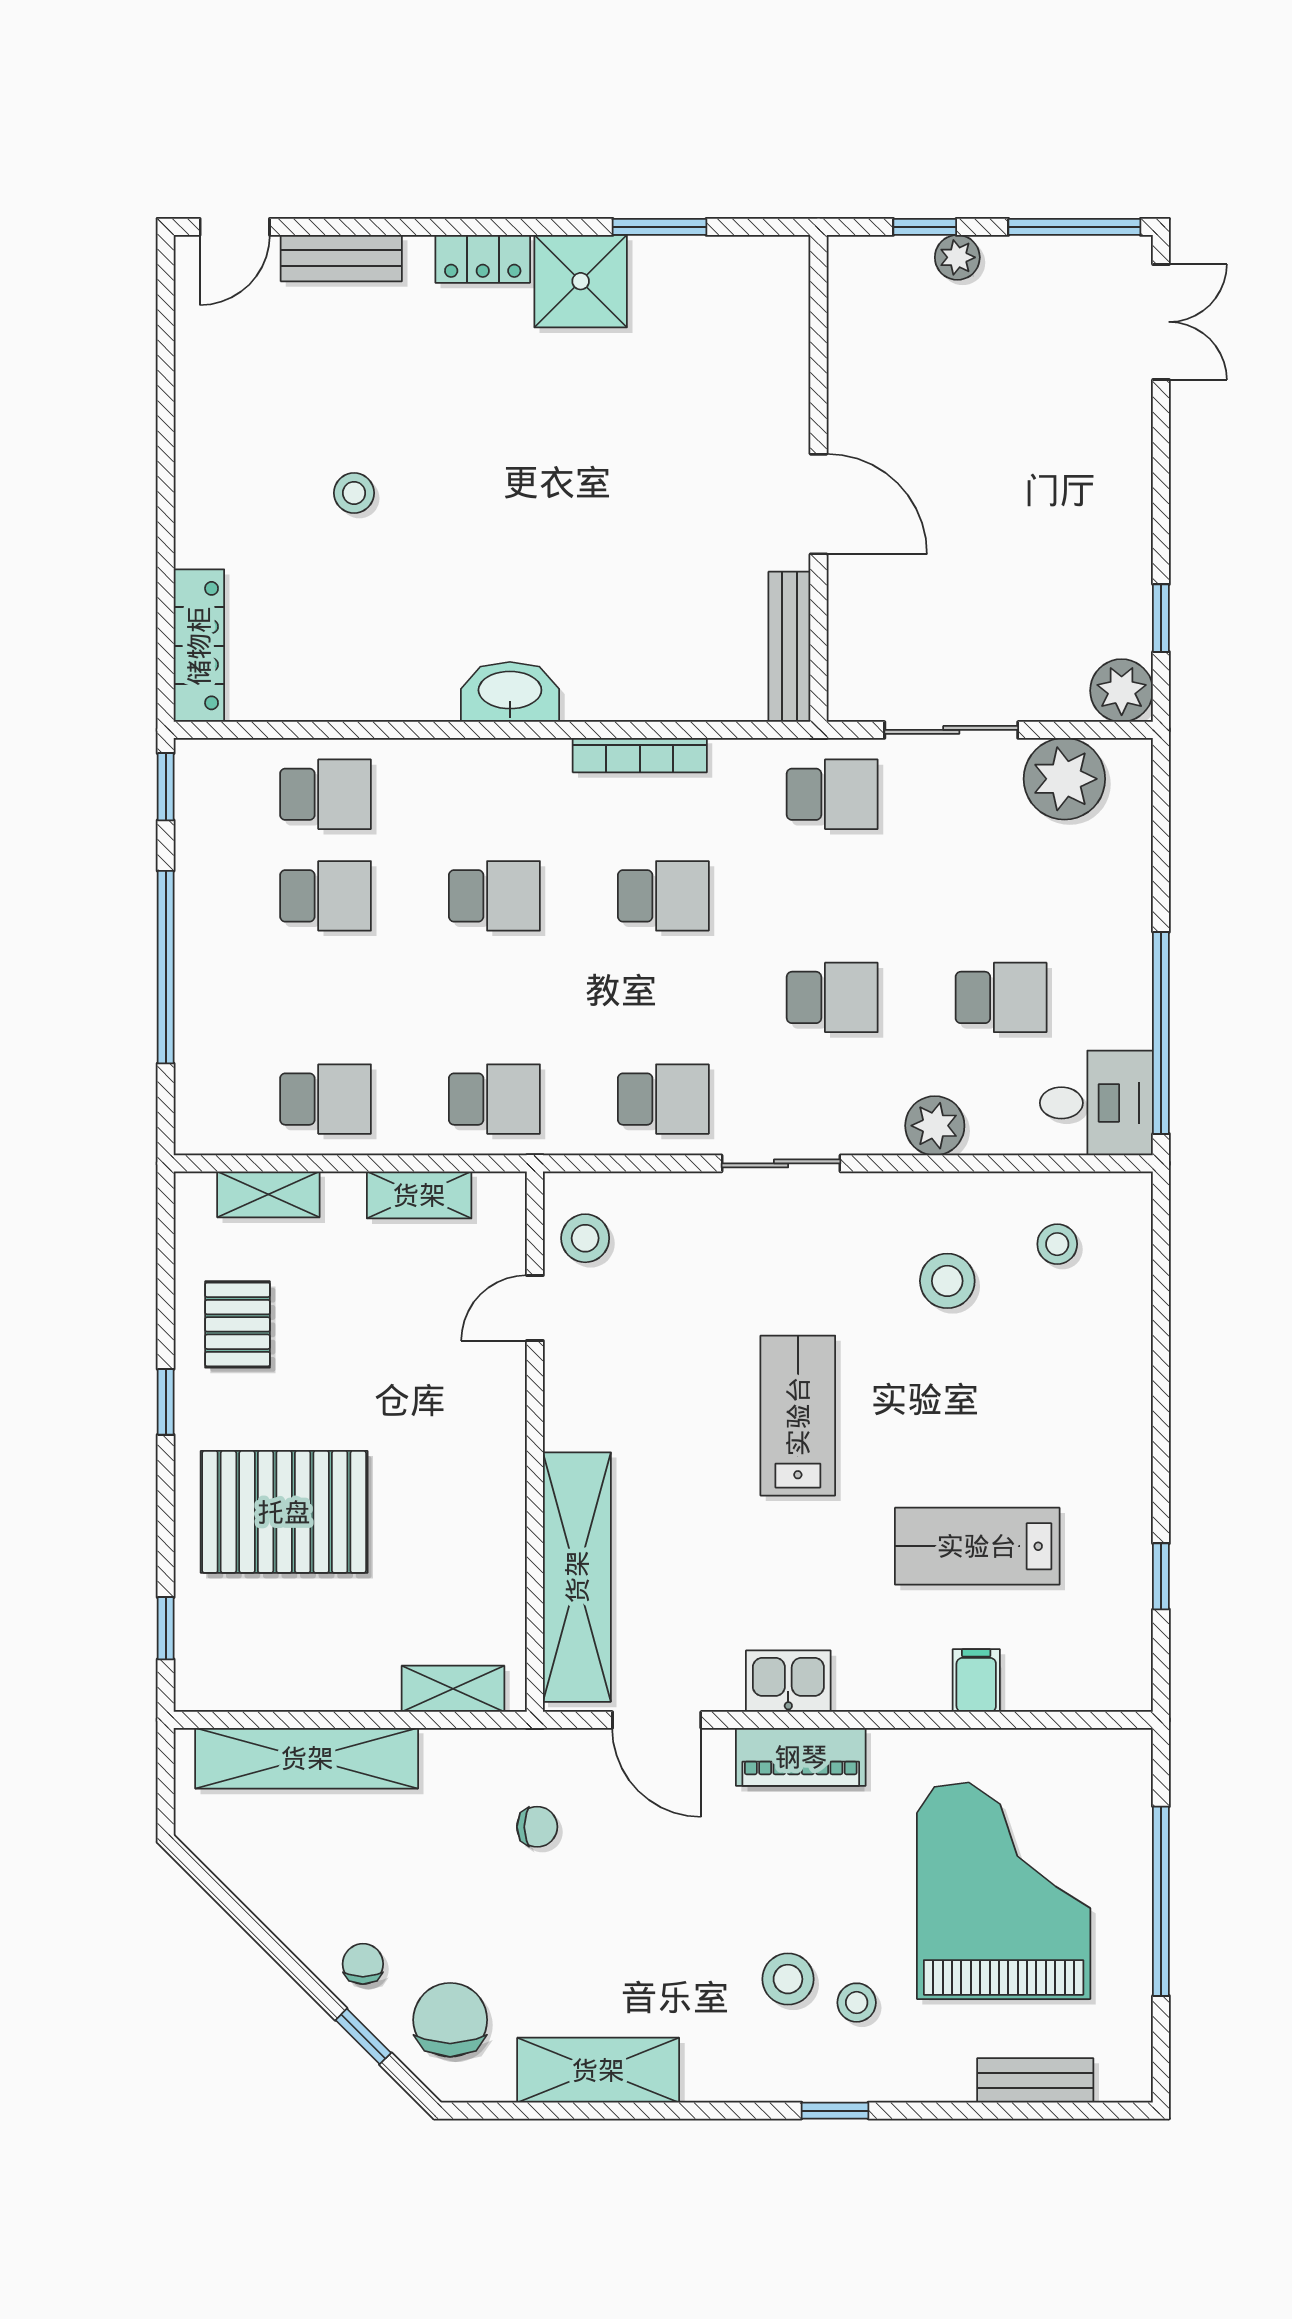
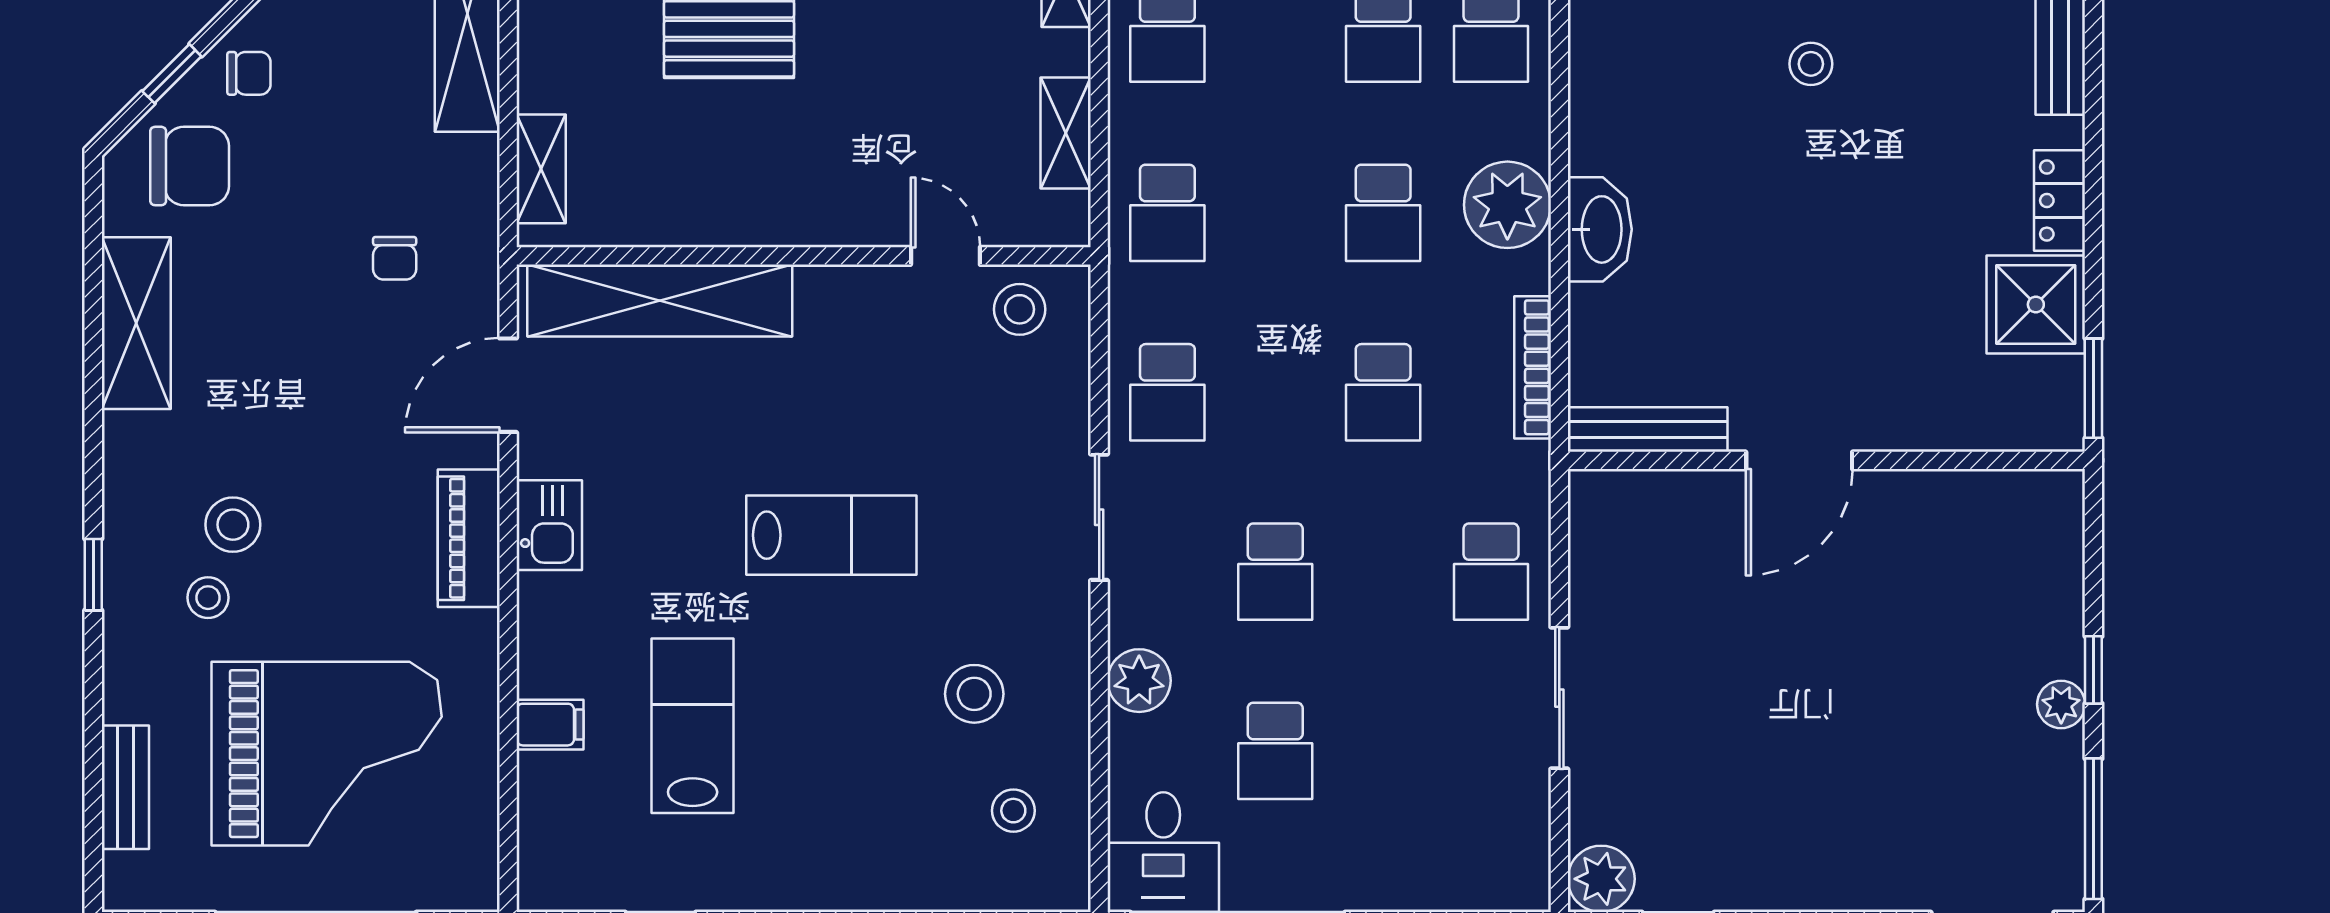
wall: (818, 478) -> (1826, 460), moved
door: (818, 504) -> (1799, 460), moved
bench: (789, 647) -> (1648, 430), moved
plant: (1064, 779) -> (1507, 205), moved

